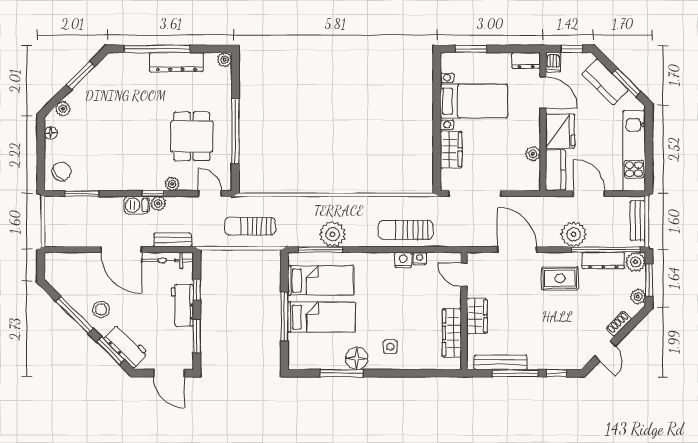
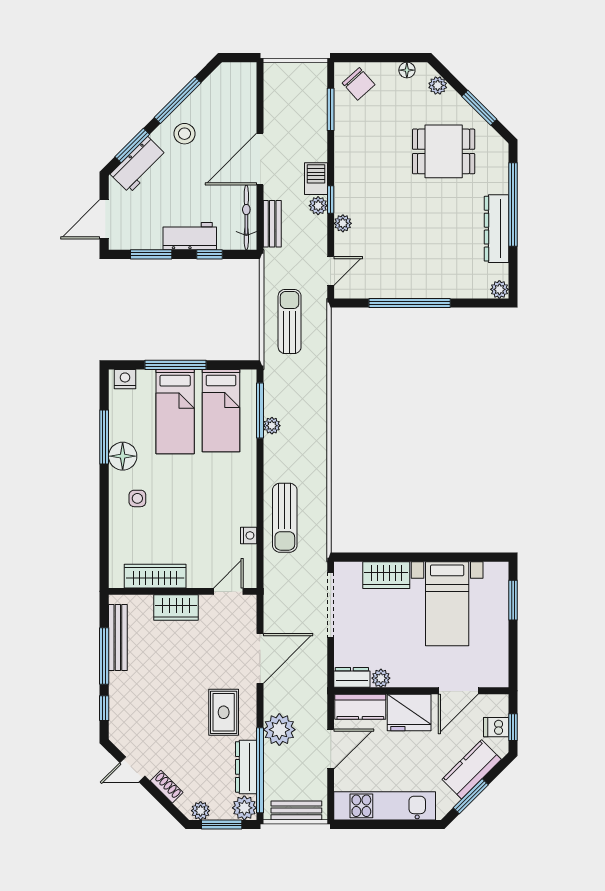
dresser: (526, 60) -> (352, 677), moved, turned 90
dishwasher: (553, 62) -> (496, 727), moved
dining table: (192, 136) -> (444, 151), moved
sun lounger: (406, 230) -> (285, 518), turned 180
plant: (333, 234) -> (272, 426), width x0.53, depth x0.53
nightstand: (403, 260) -> (125, 379), moved, turned -90

